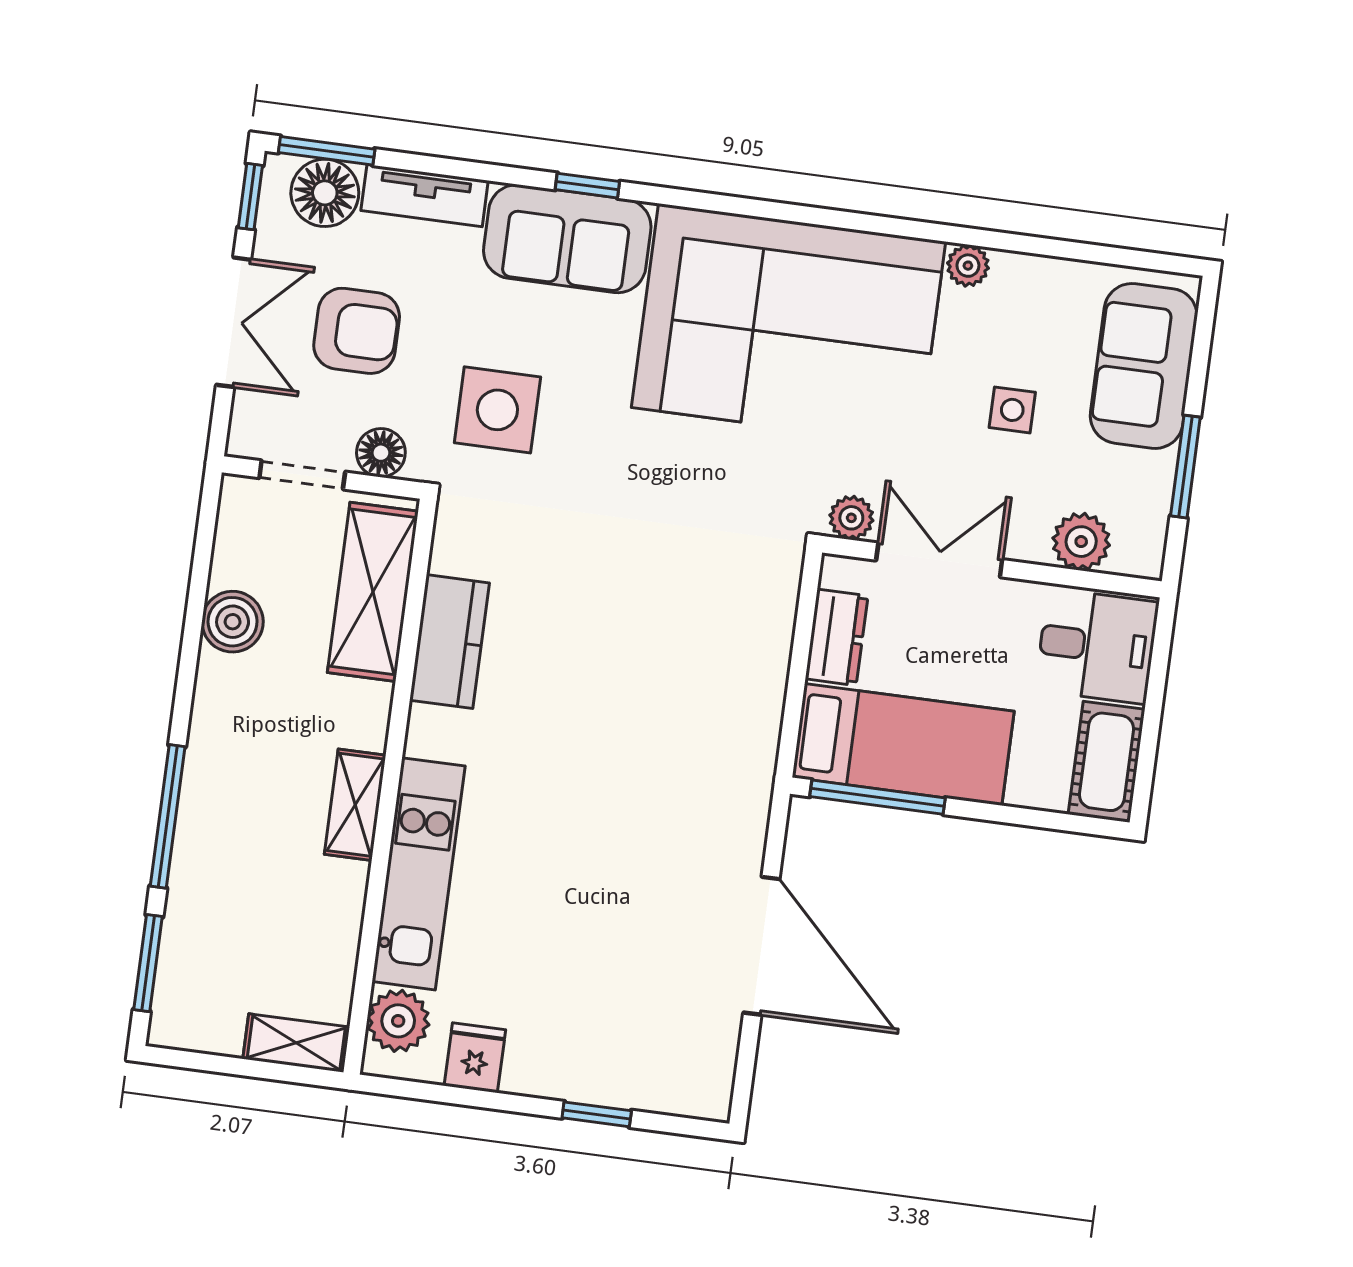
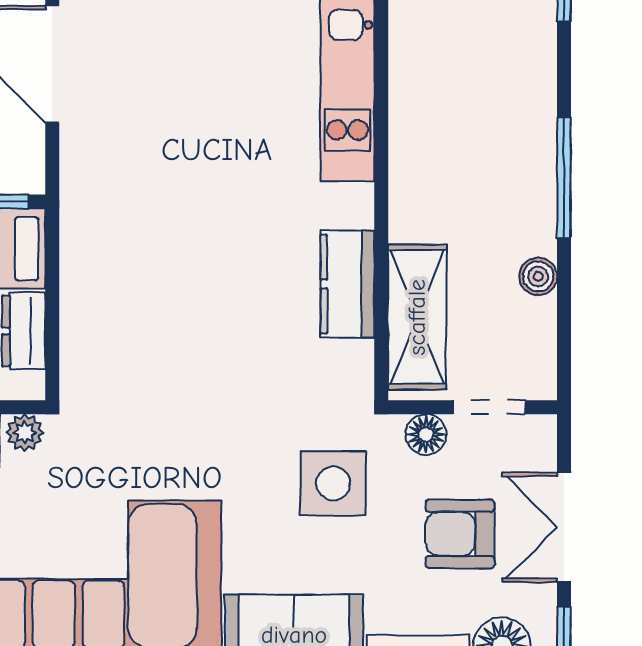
boiler: (233, 622) -> (538, 276), width x0.73, depth x0.73
shelving: (355, 805) -> (408, 137), removed
window: (168, 816) -> (564, 177), moved

